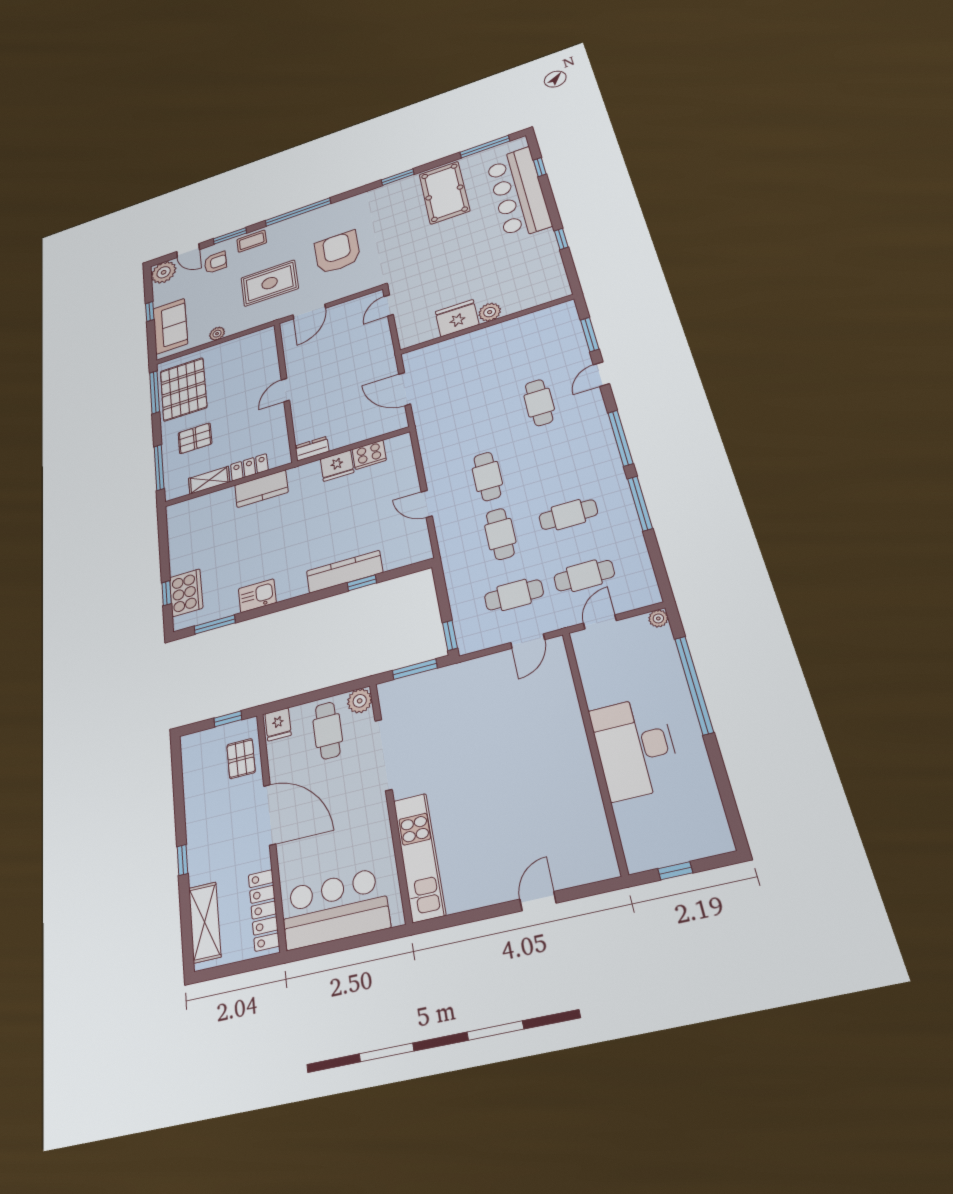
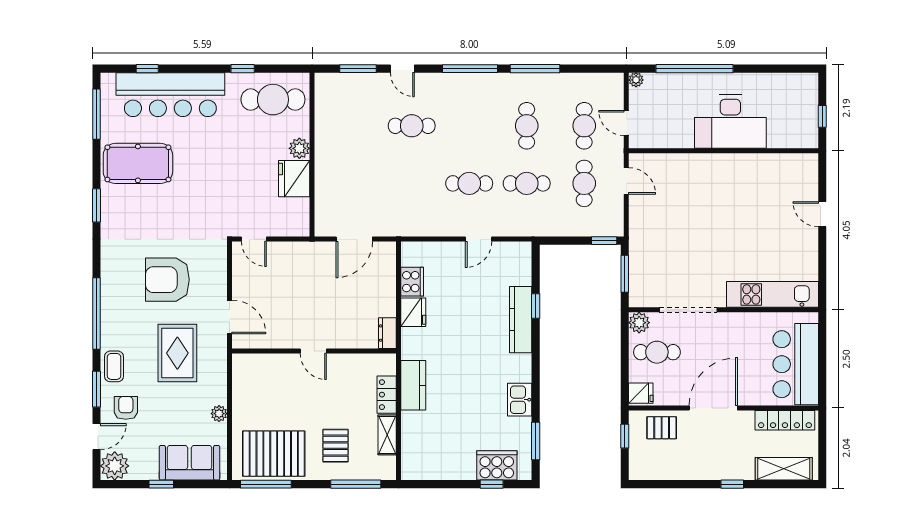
cafe table: (535, 274) -> (273, 100), added

